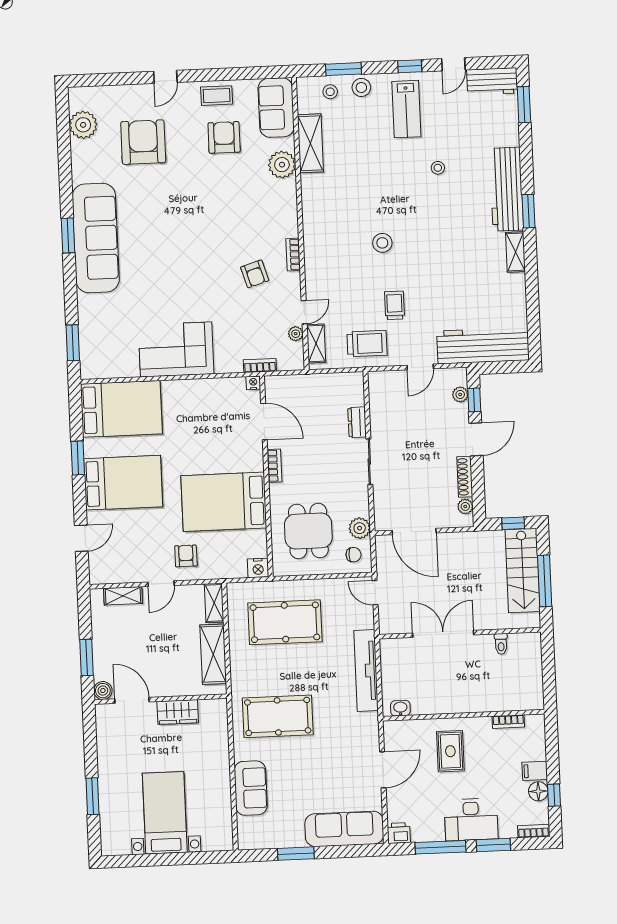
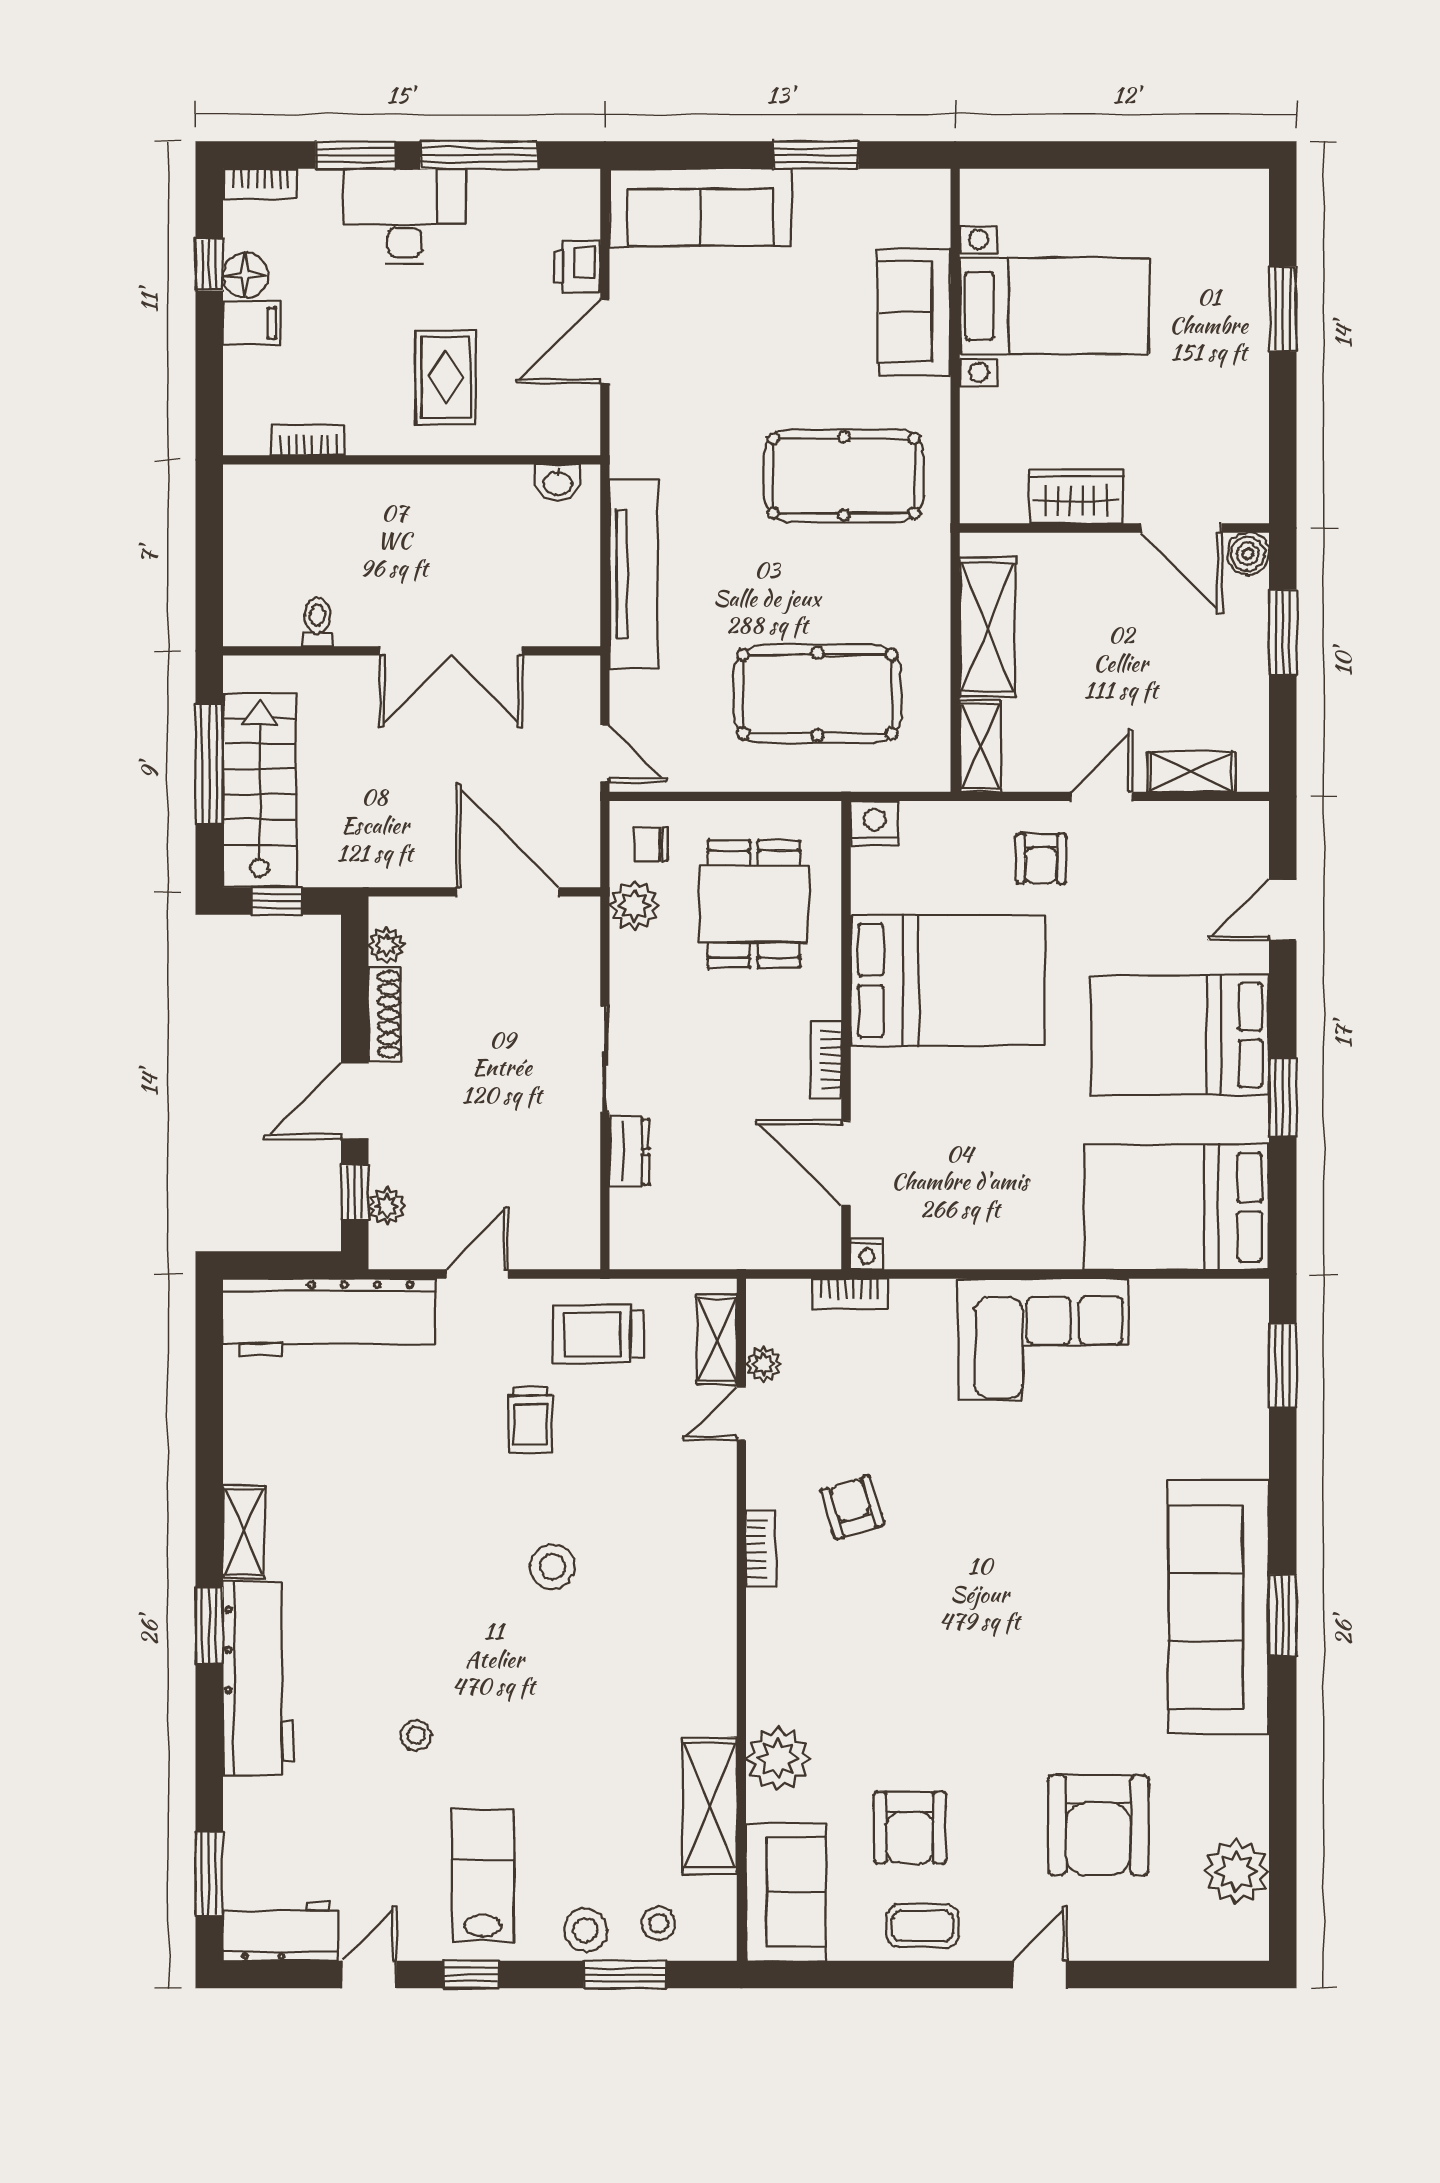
bed with nightstands: (165, 813) -> (1054, 306), moved, turned -90
printer: (399, 833) -> (577, 267), moved, turned 90

